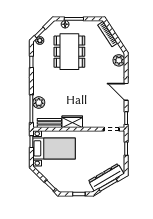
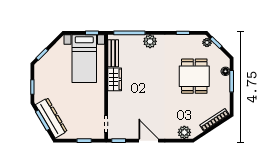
dining table: (69, 52) -> (194, 76), width x0.73
door: (126, 92) -> (149, 141), hinge flipped
plant: (39, 103) -> (150, 41), moved

